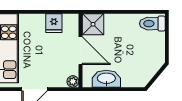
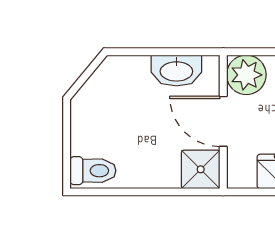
plant: (73, 81) -> (246, 75), width x1.88, depth x1.88

